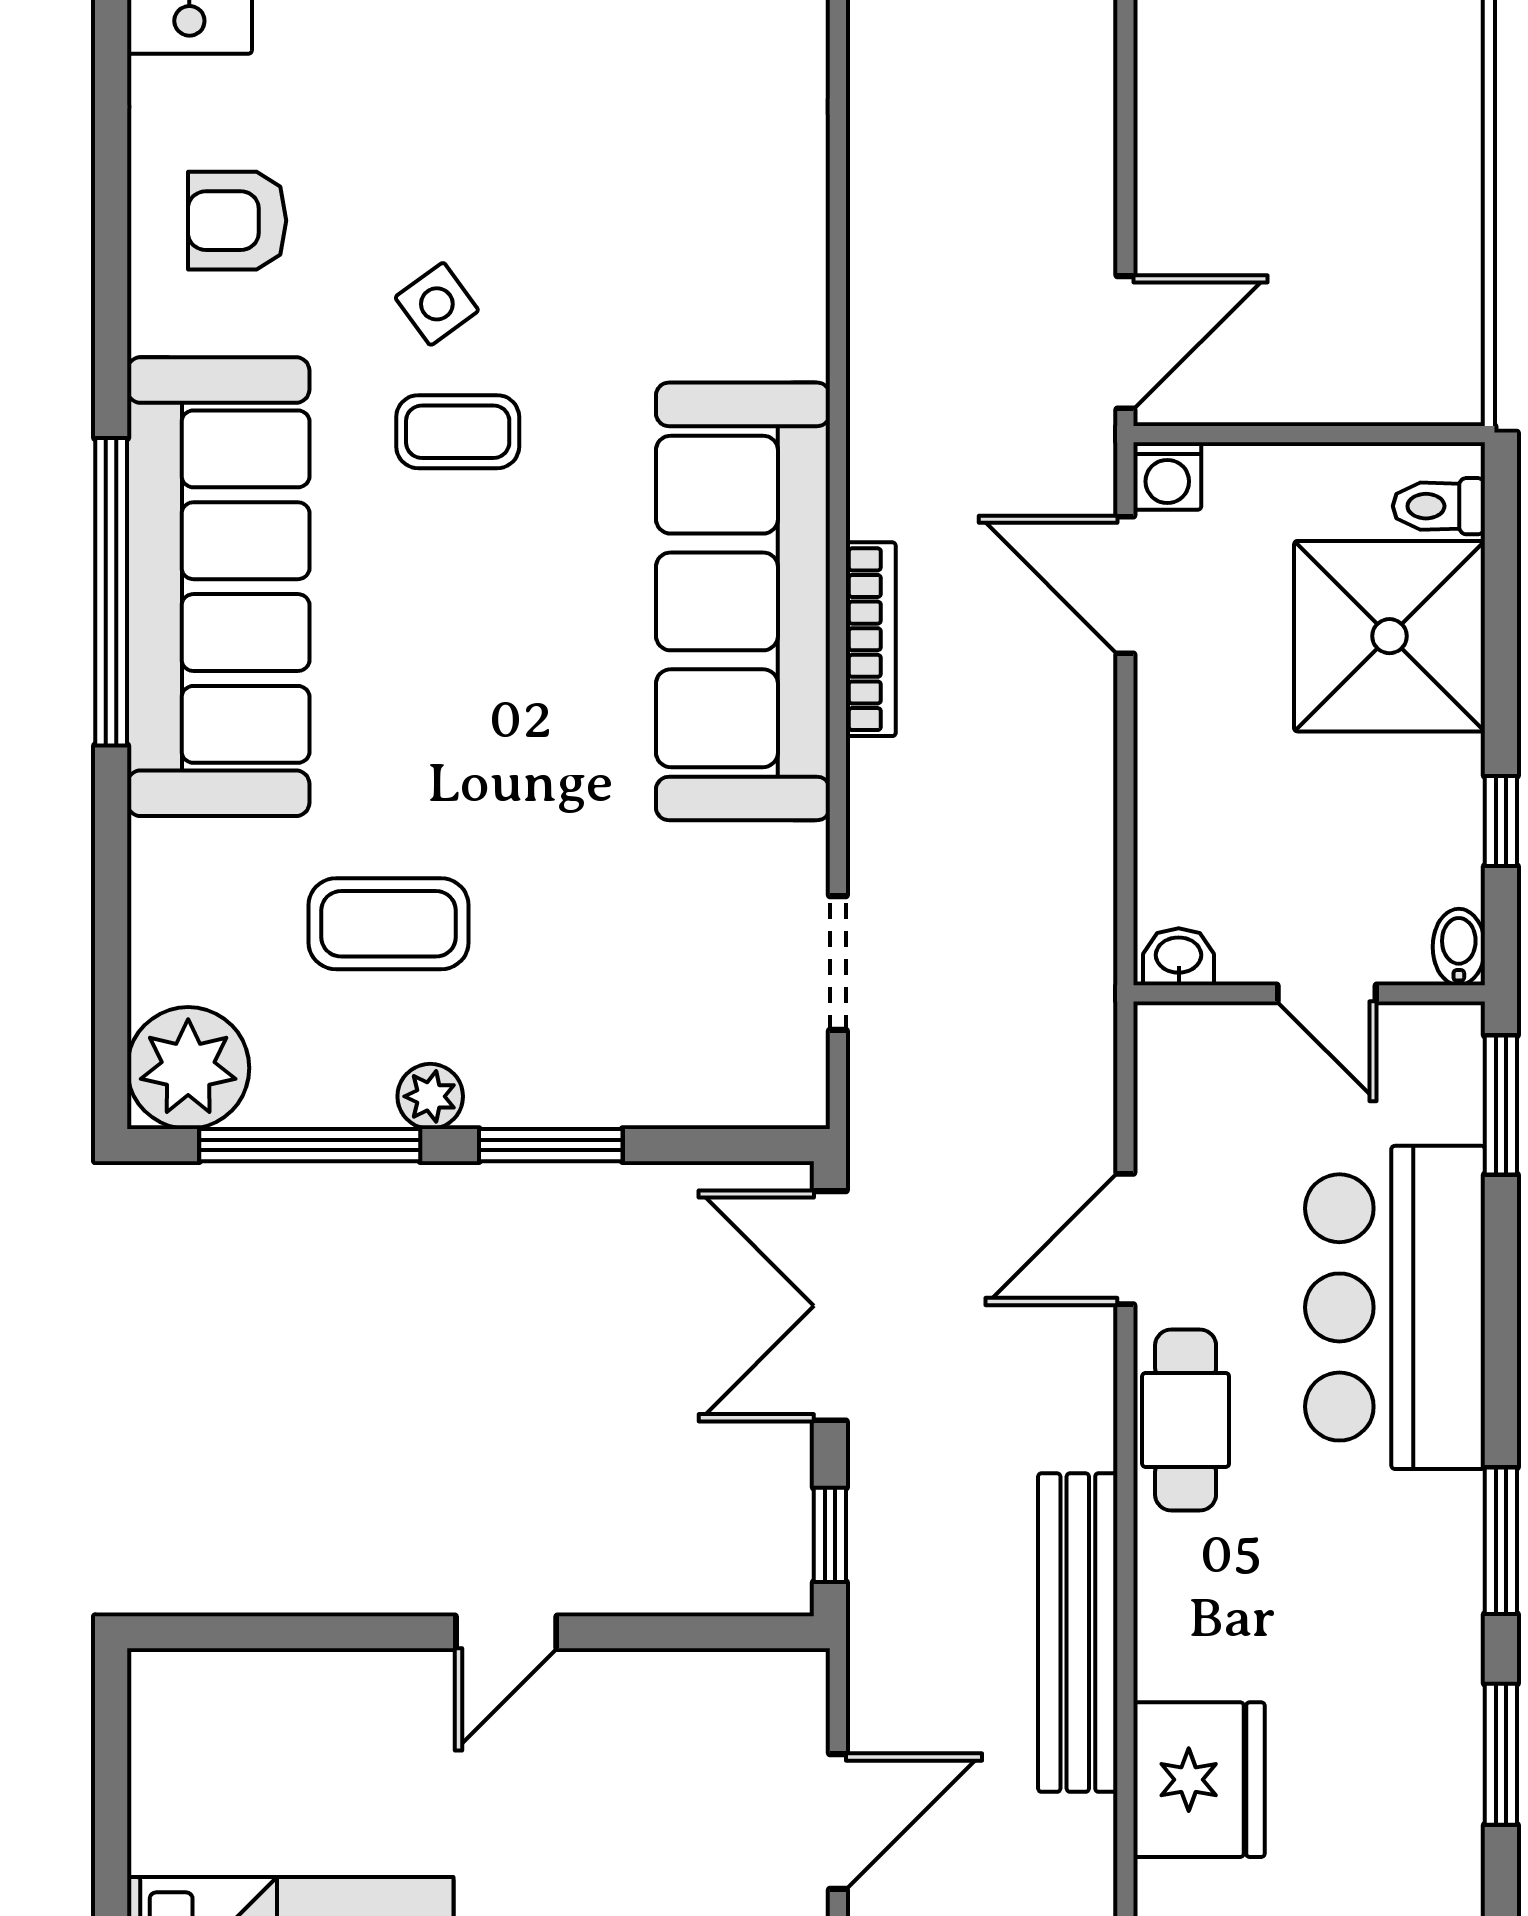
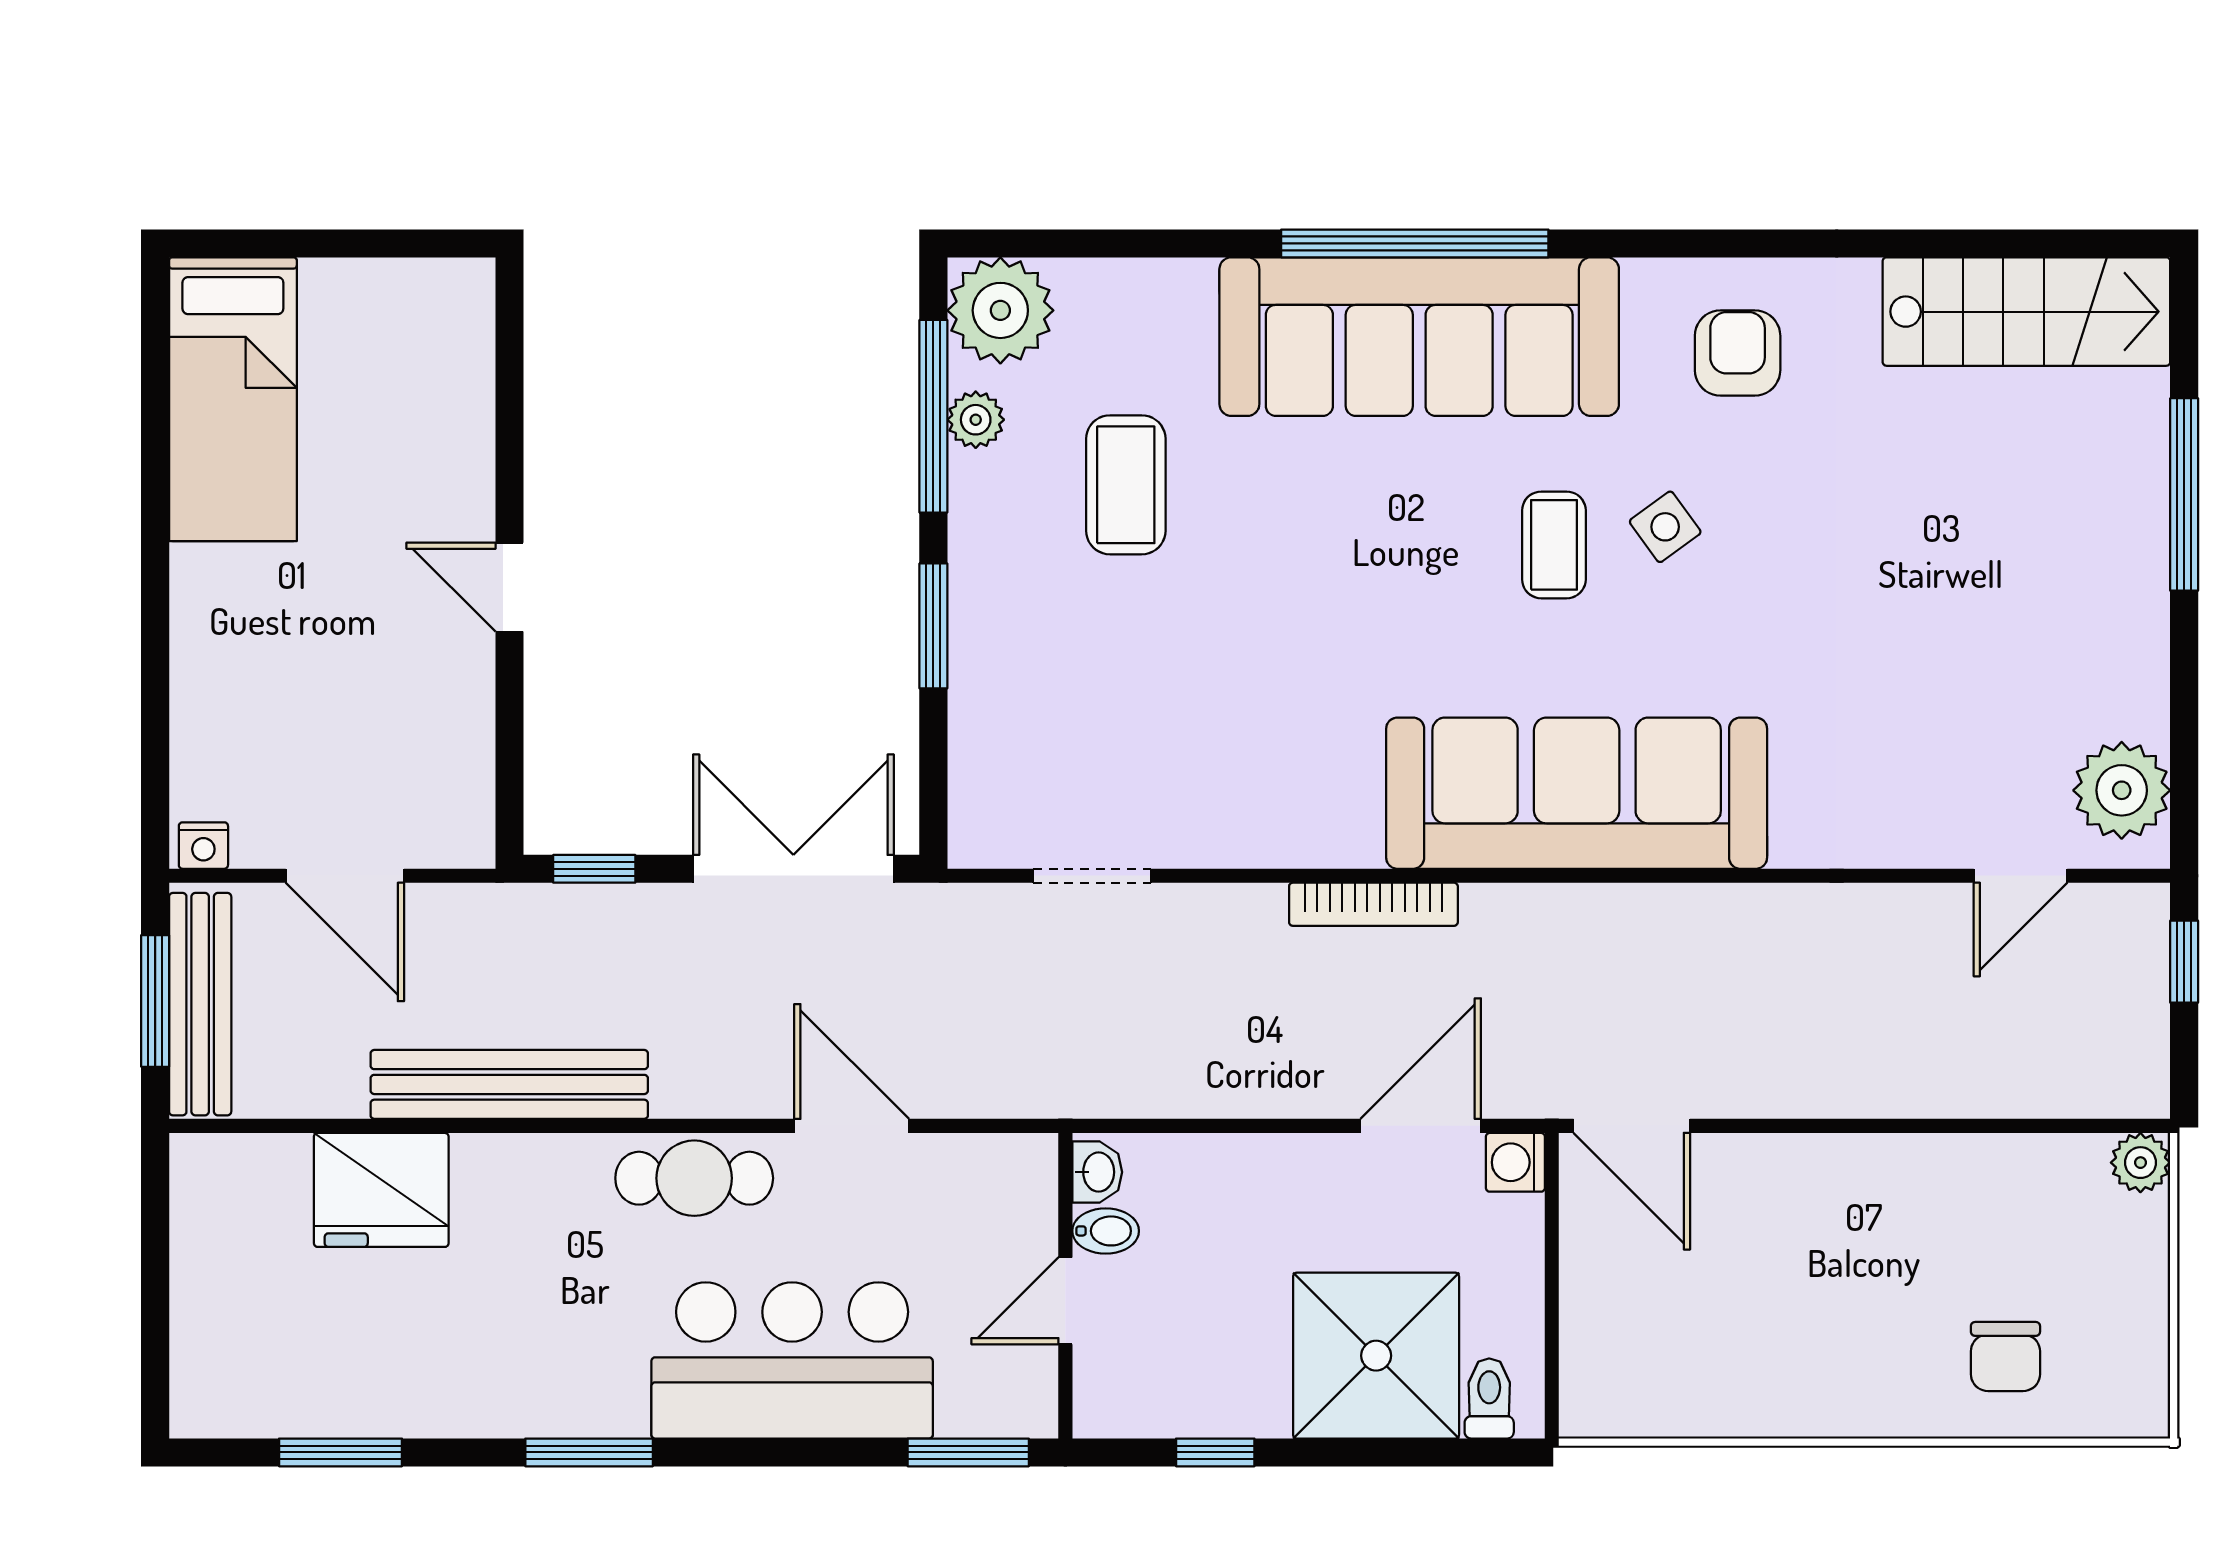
sofa: (743, 601) -> (1577, 793), moved
bidet: (1459, 947) -> (1106, 1231), moved
plant: (430, 1096) -> (976, 420), moved
window: (1501, 1754) -> (341, 1452), moved

